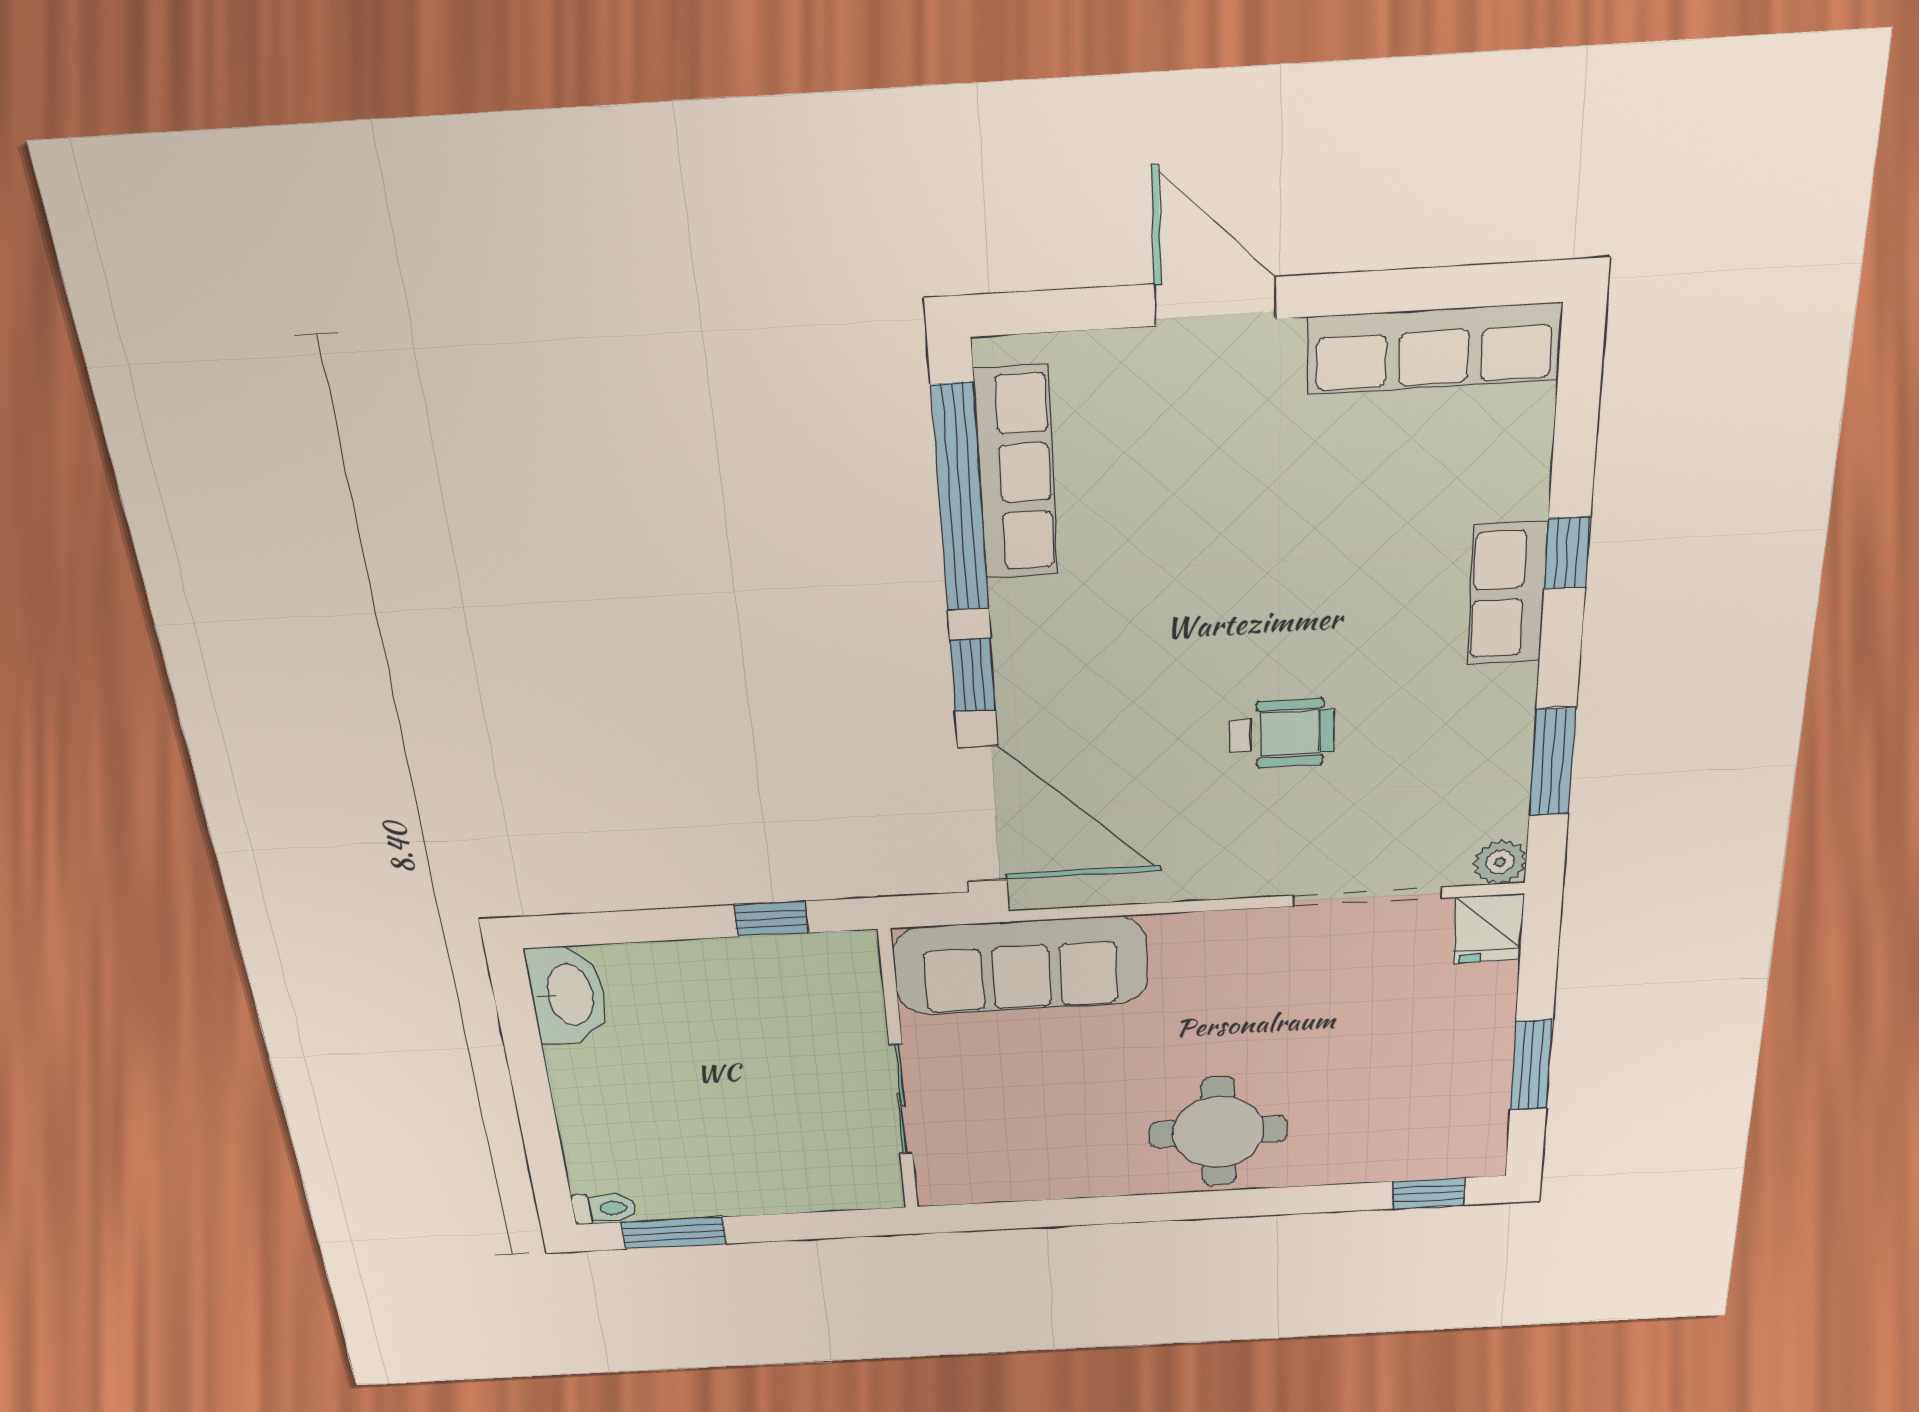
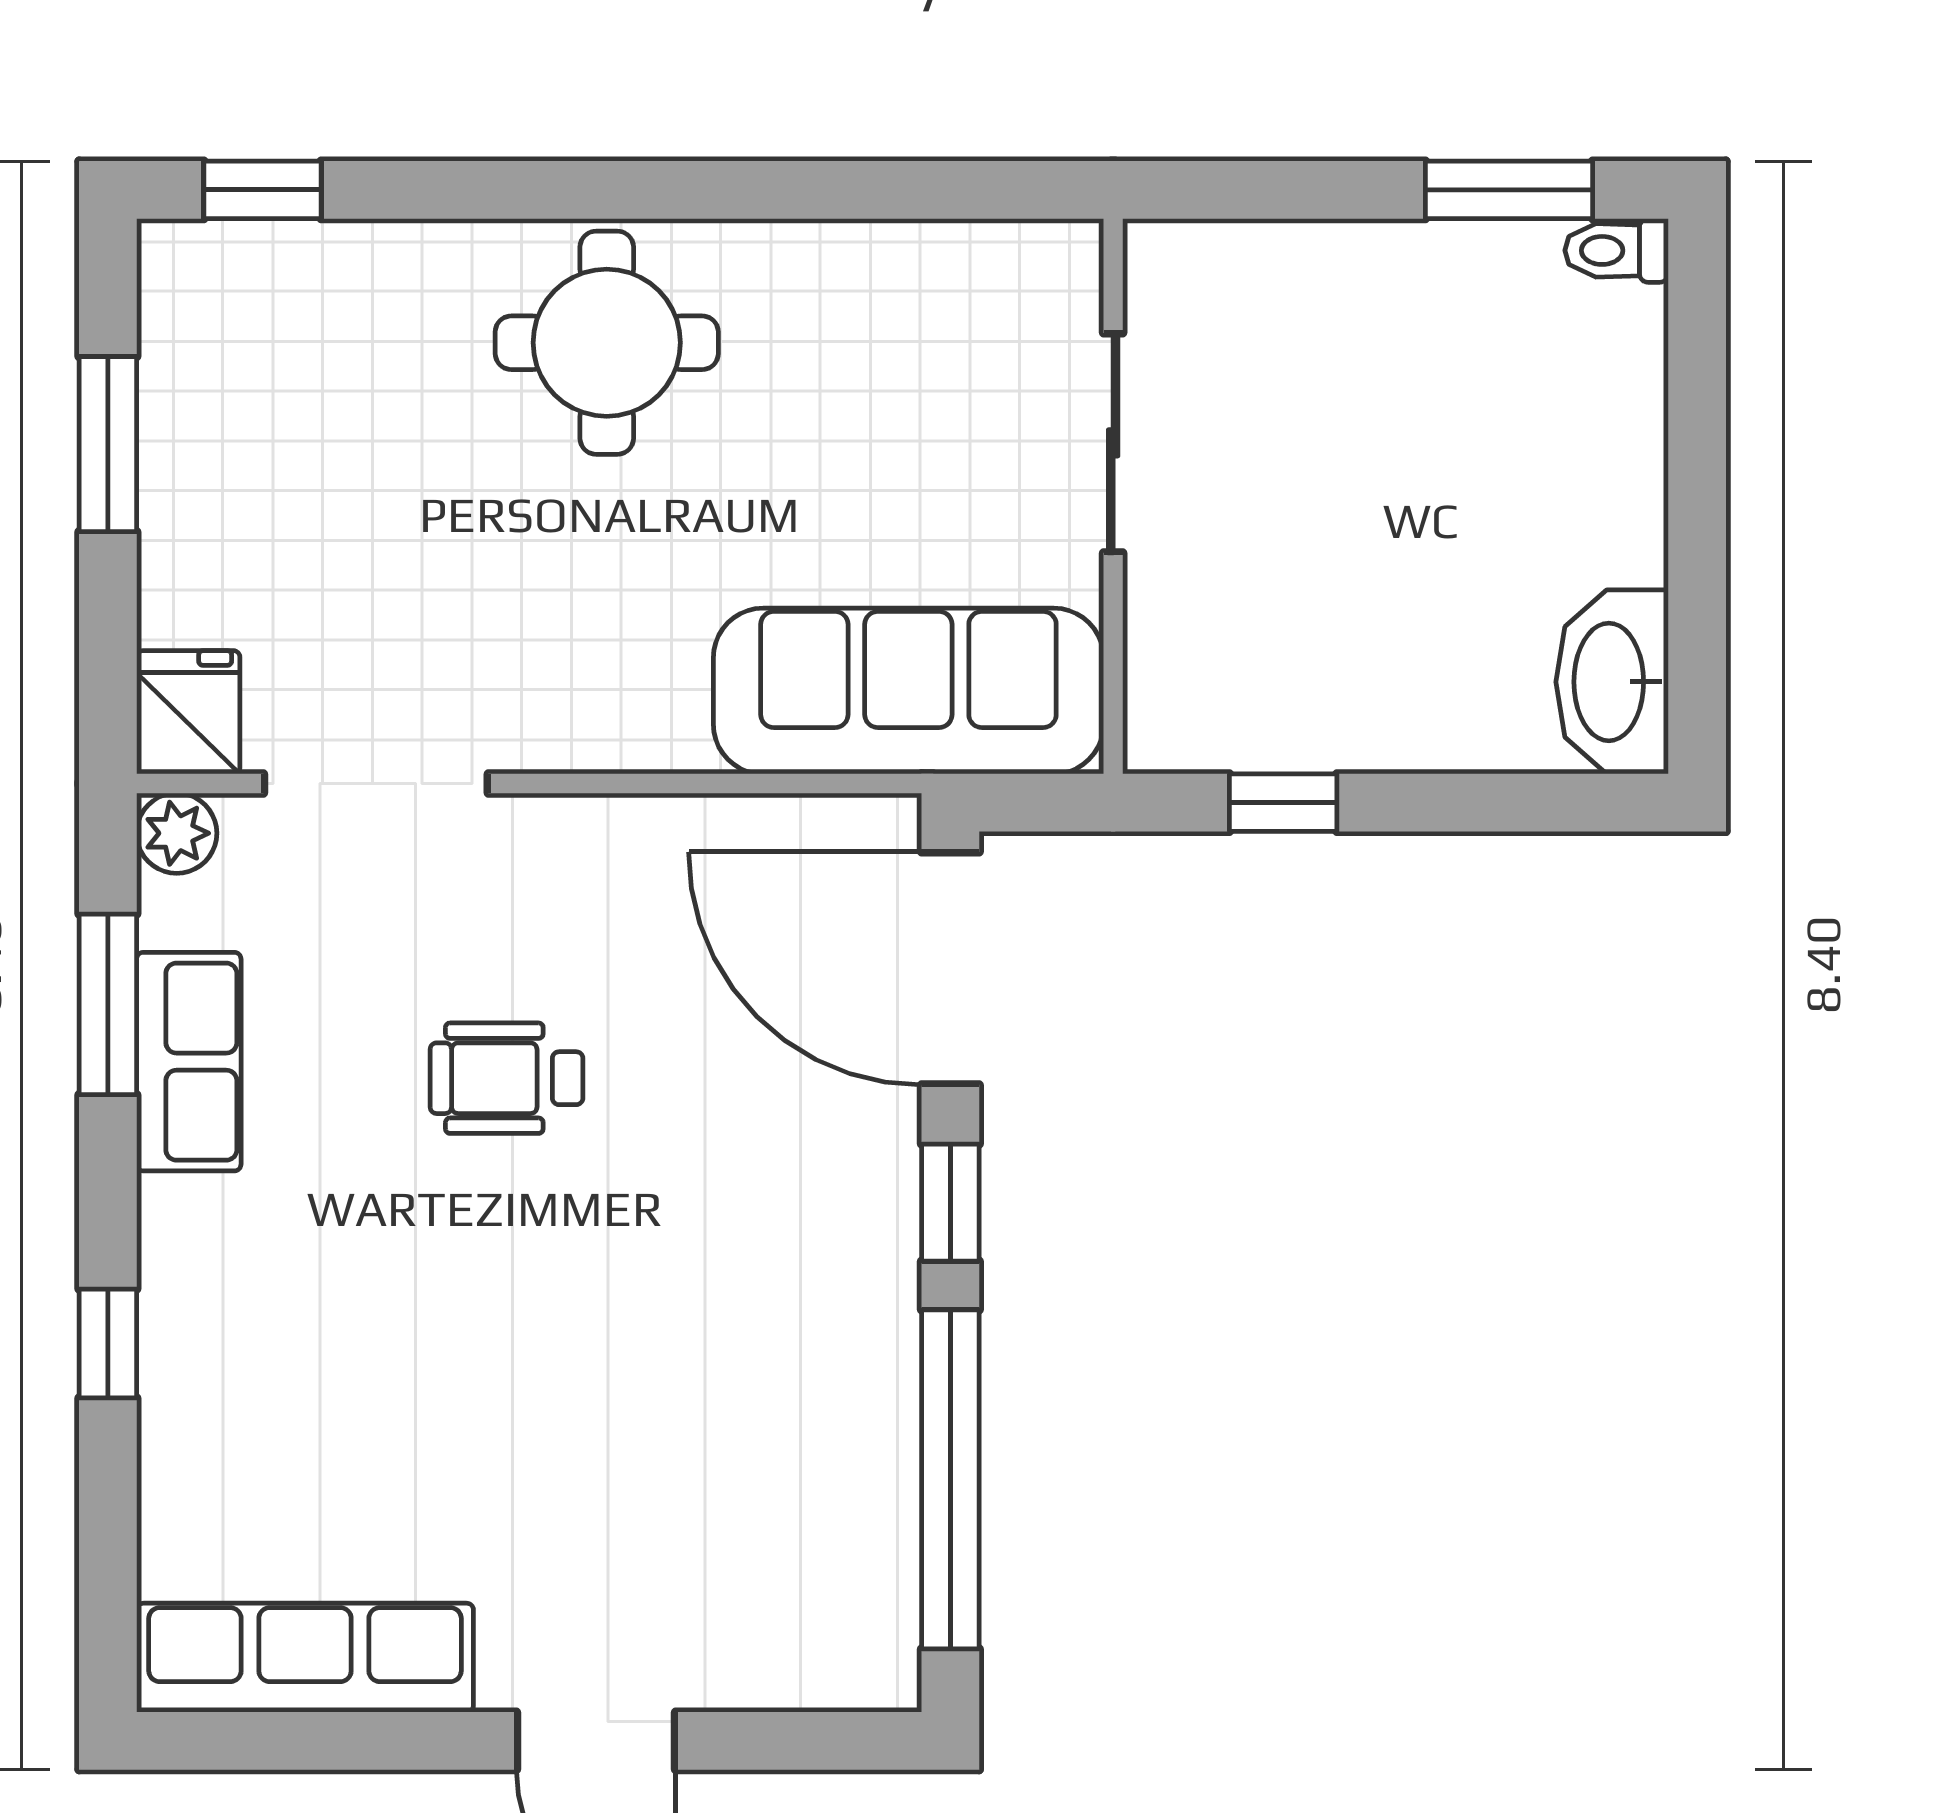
row of seats: (1016, 473) -> (871, 1513), removed
row of seats: (1507, 594) -> (189, 1062), moved

